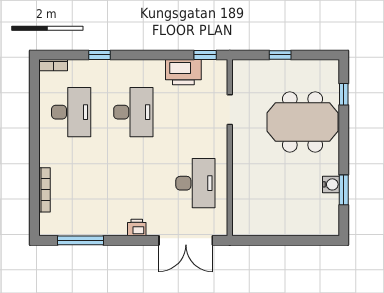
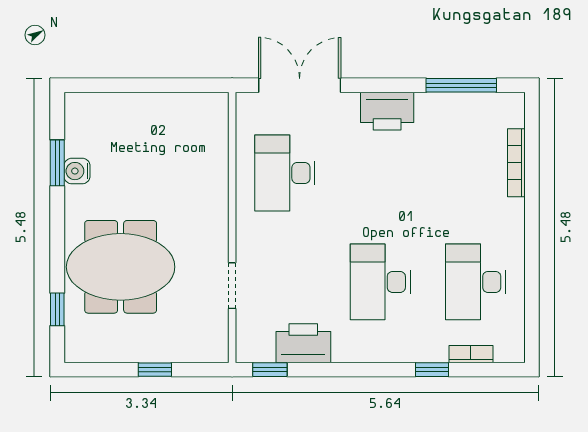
bookcase: (53, 65) -> (471, 354), moved
printer: (137, 228) -> (387, 111), width x1.87, depth x1.48

